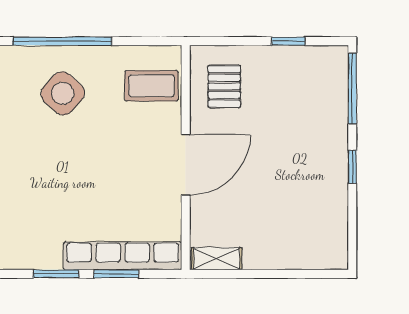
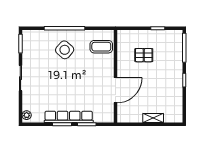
pallet: (224, 86) -> (144, 55), moved, turned 90
door: (186, 165) -> (115, 90), moved
row of seats: (123, 256) -> (69, 117), moved
shelving: (217, 259) -> (153, 118), moved

